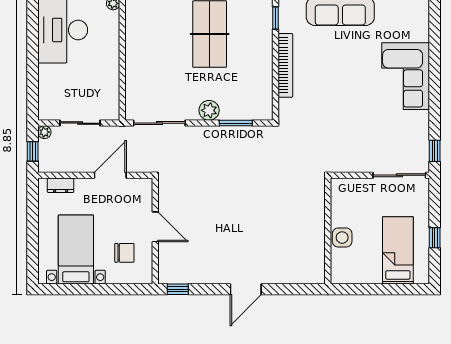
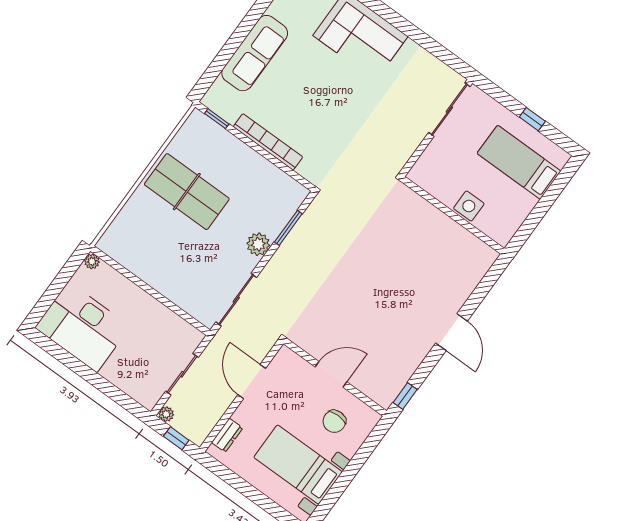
window: (435, 151) -> (451, 60), removed
chair: (124, 253) -> (334, 421), turned 180

